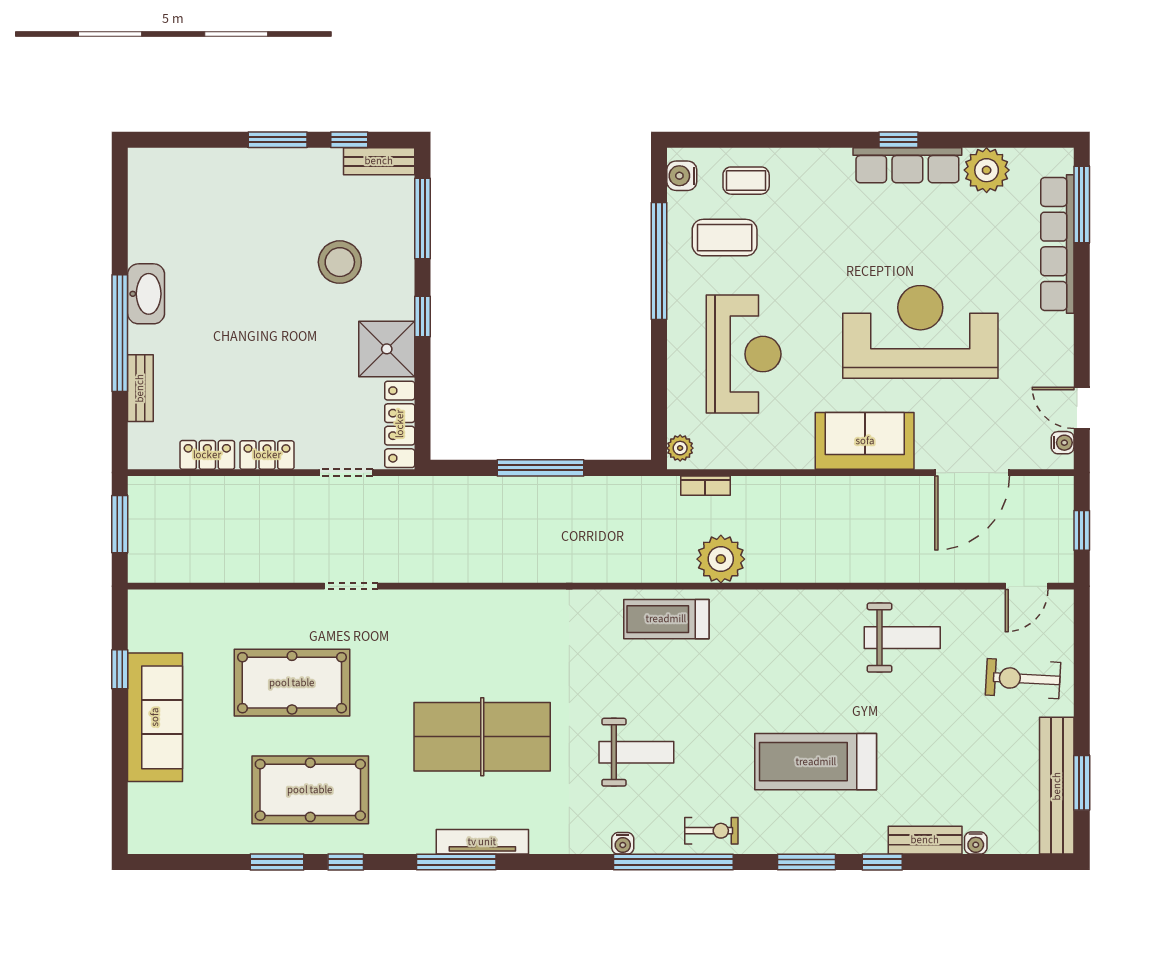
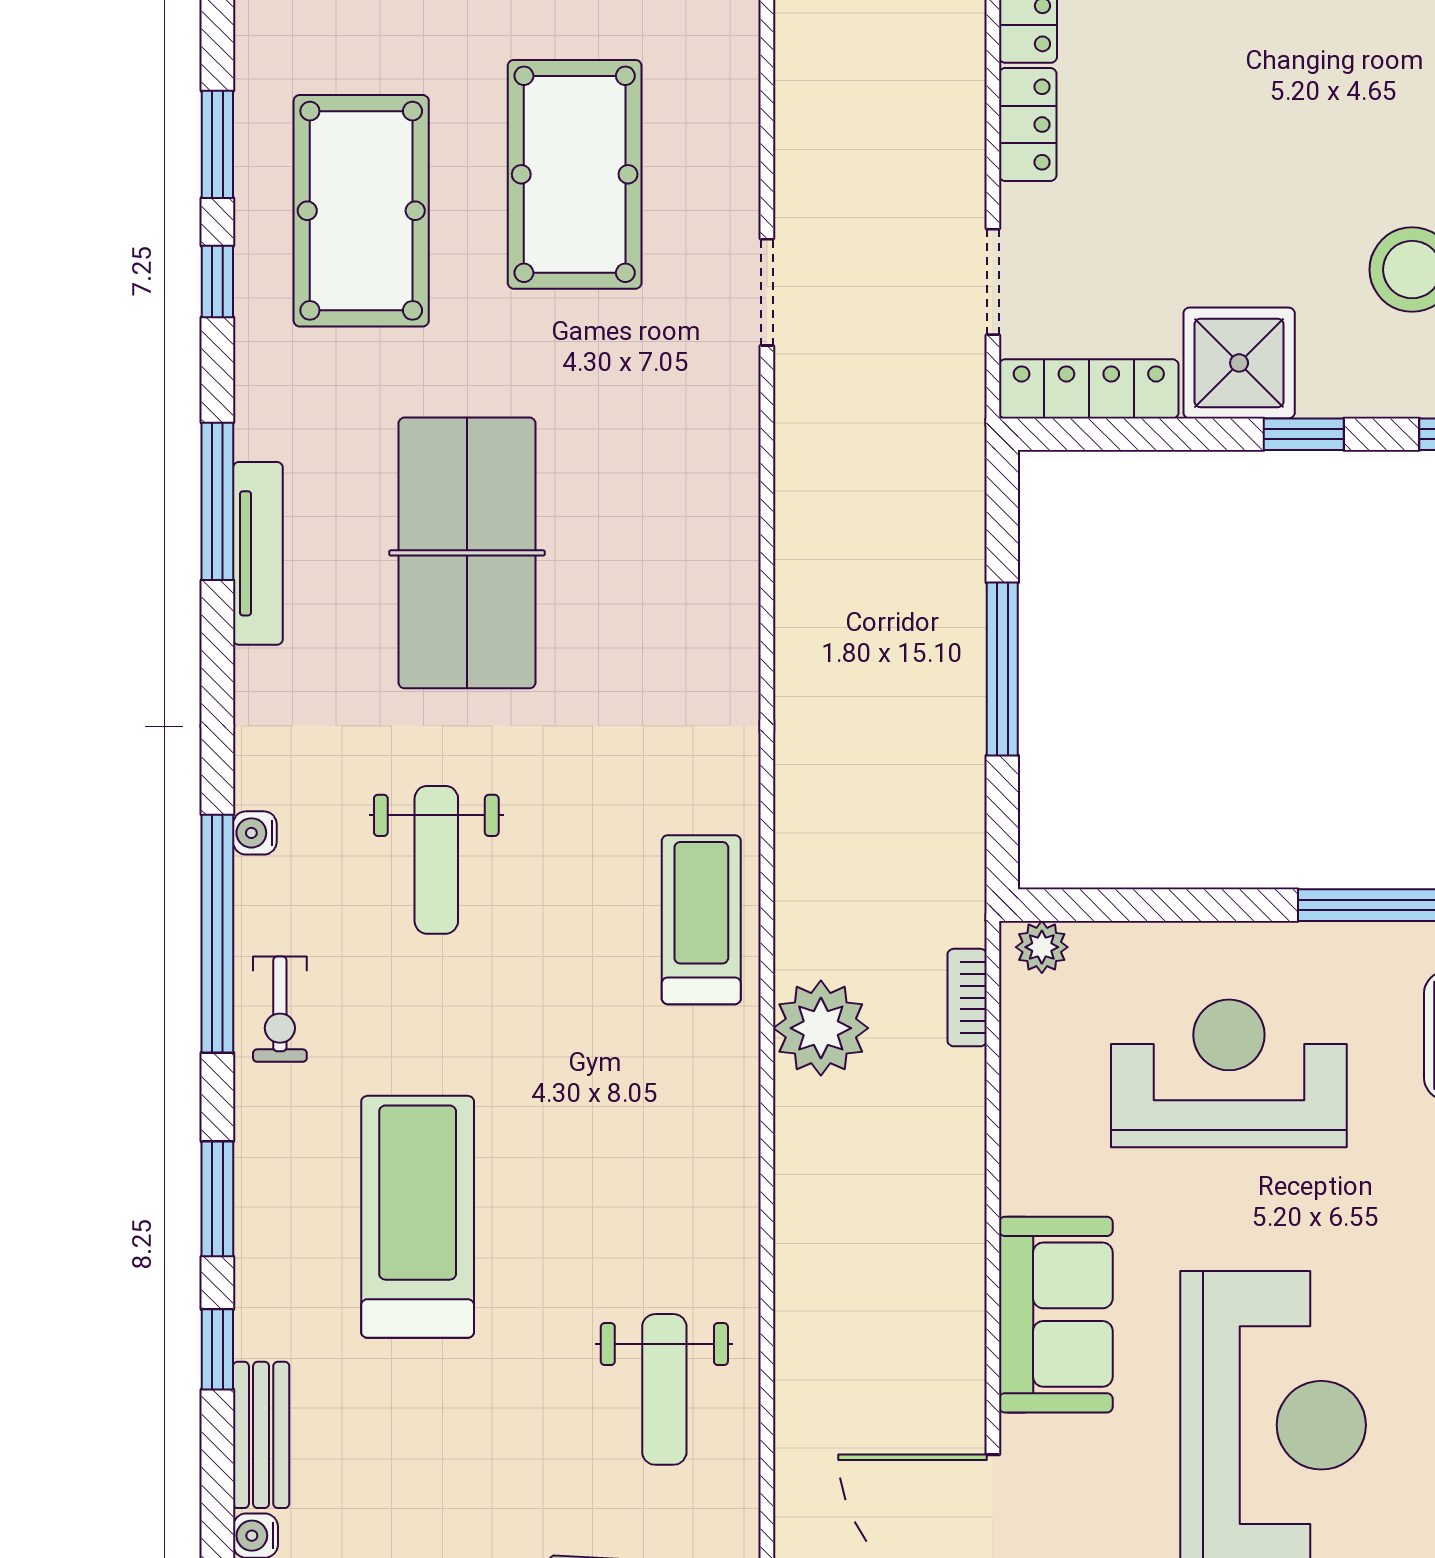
reception desk: (744, 354) -> (1229, 1073), turned 180

